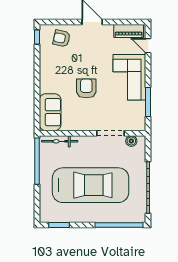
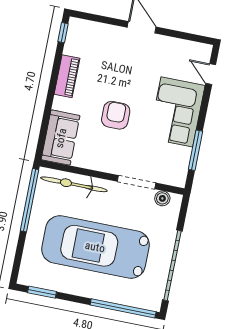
piano: (129, 31) -> (67, 76), moved, turned -90
armchair: (62, 38) -> (96, 41), removed
bicycle: (60, 141) -> (74, 184), width x1.37, depth x1.40
car: (91, 185) -> (95, 247), turned 180

